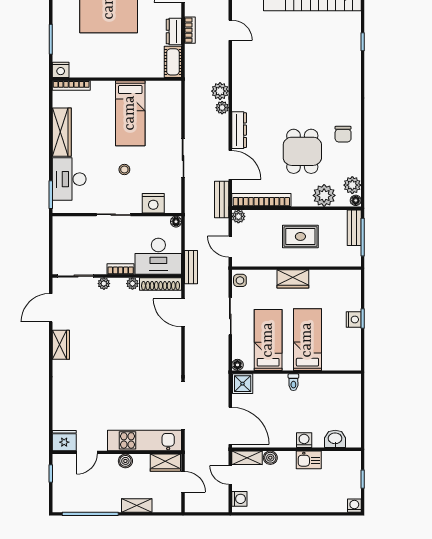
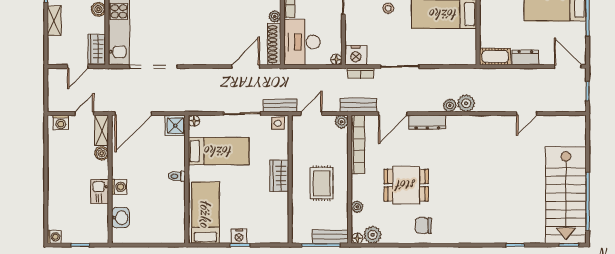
bookcase: (190, 30) -> (360, 73), moved
plant: (324, 195) -> (357, 207), width x0.53, depth x0.53
nightstand: (153, 203) -> (356, 55), moved, turned -90
bench: (191, 267) -> (280, 106), moved
bed: (307, 340) -> (205, 213), moved, turned -90

